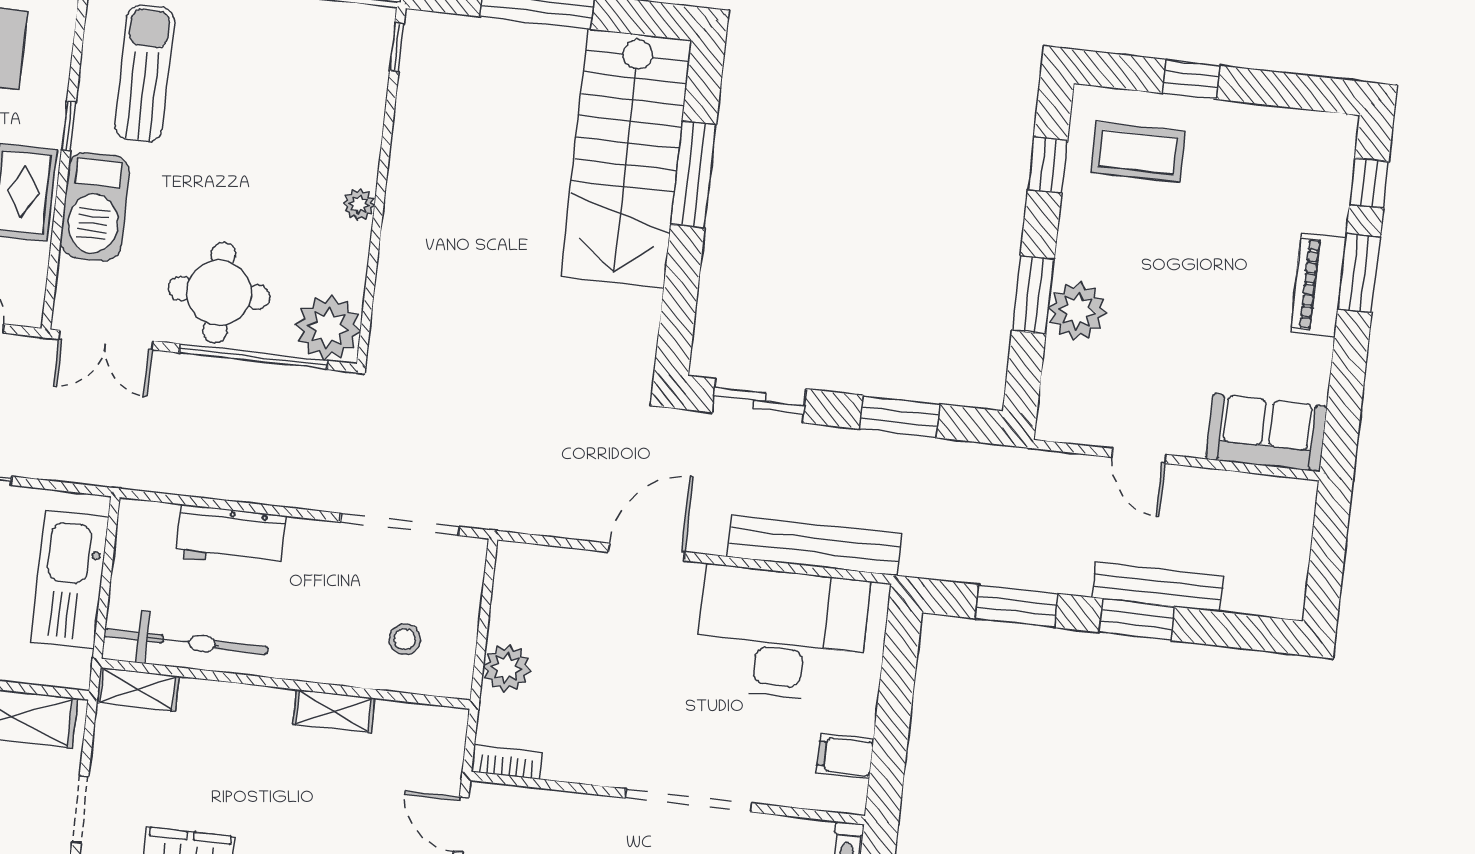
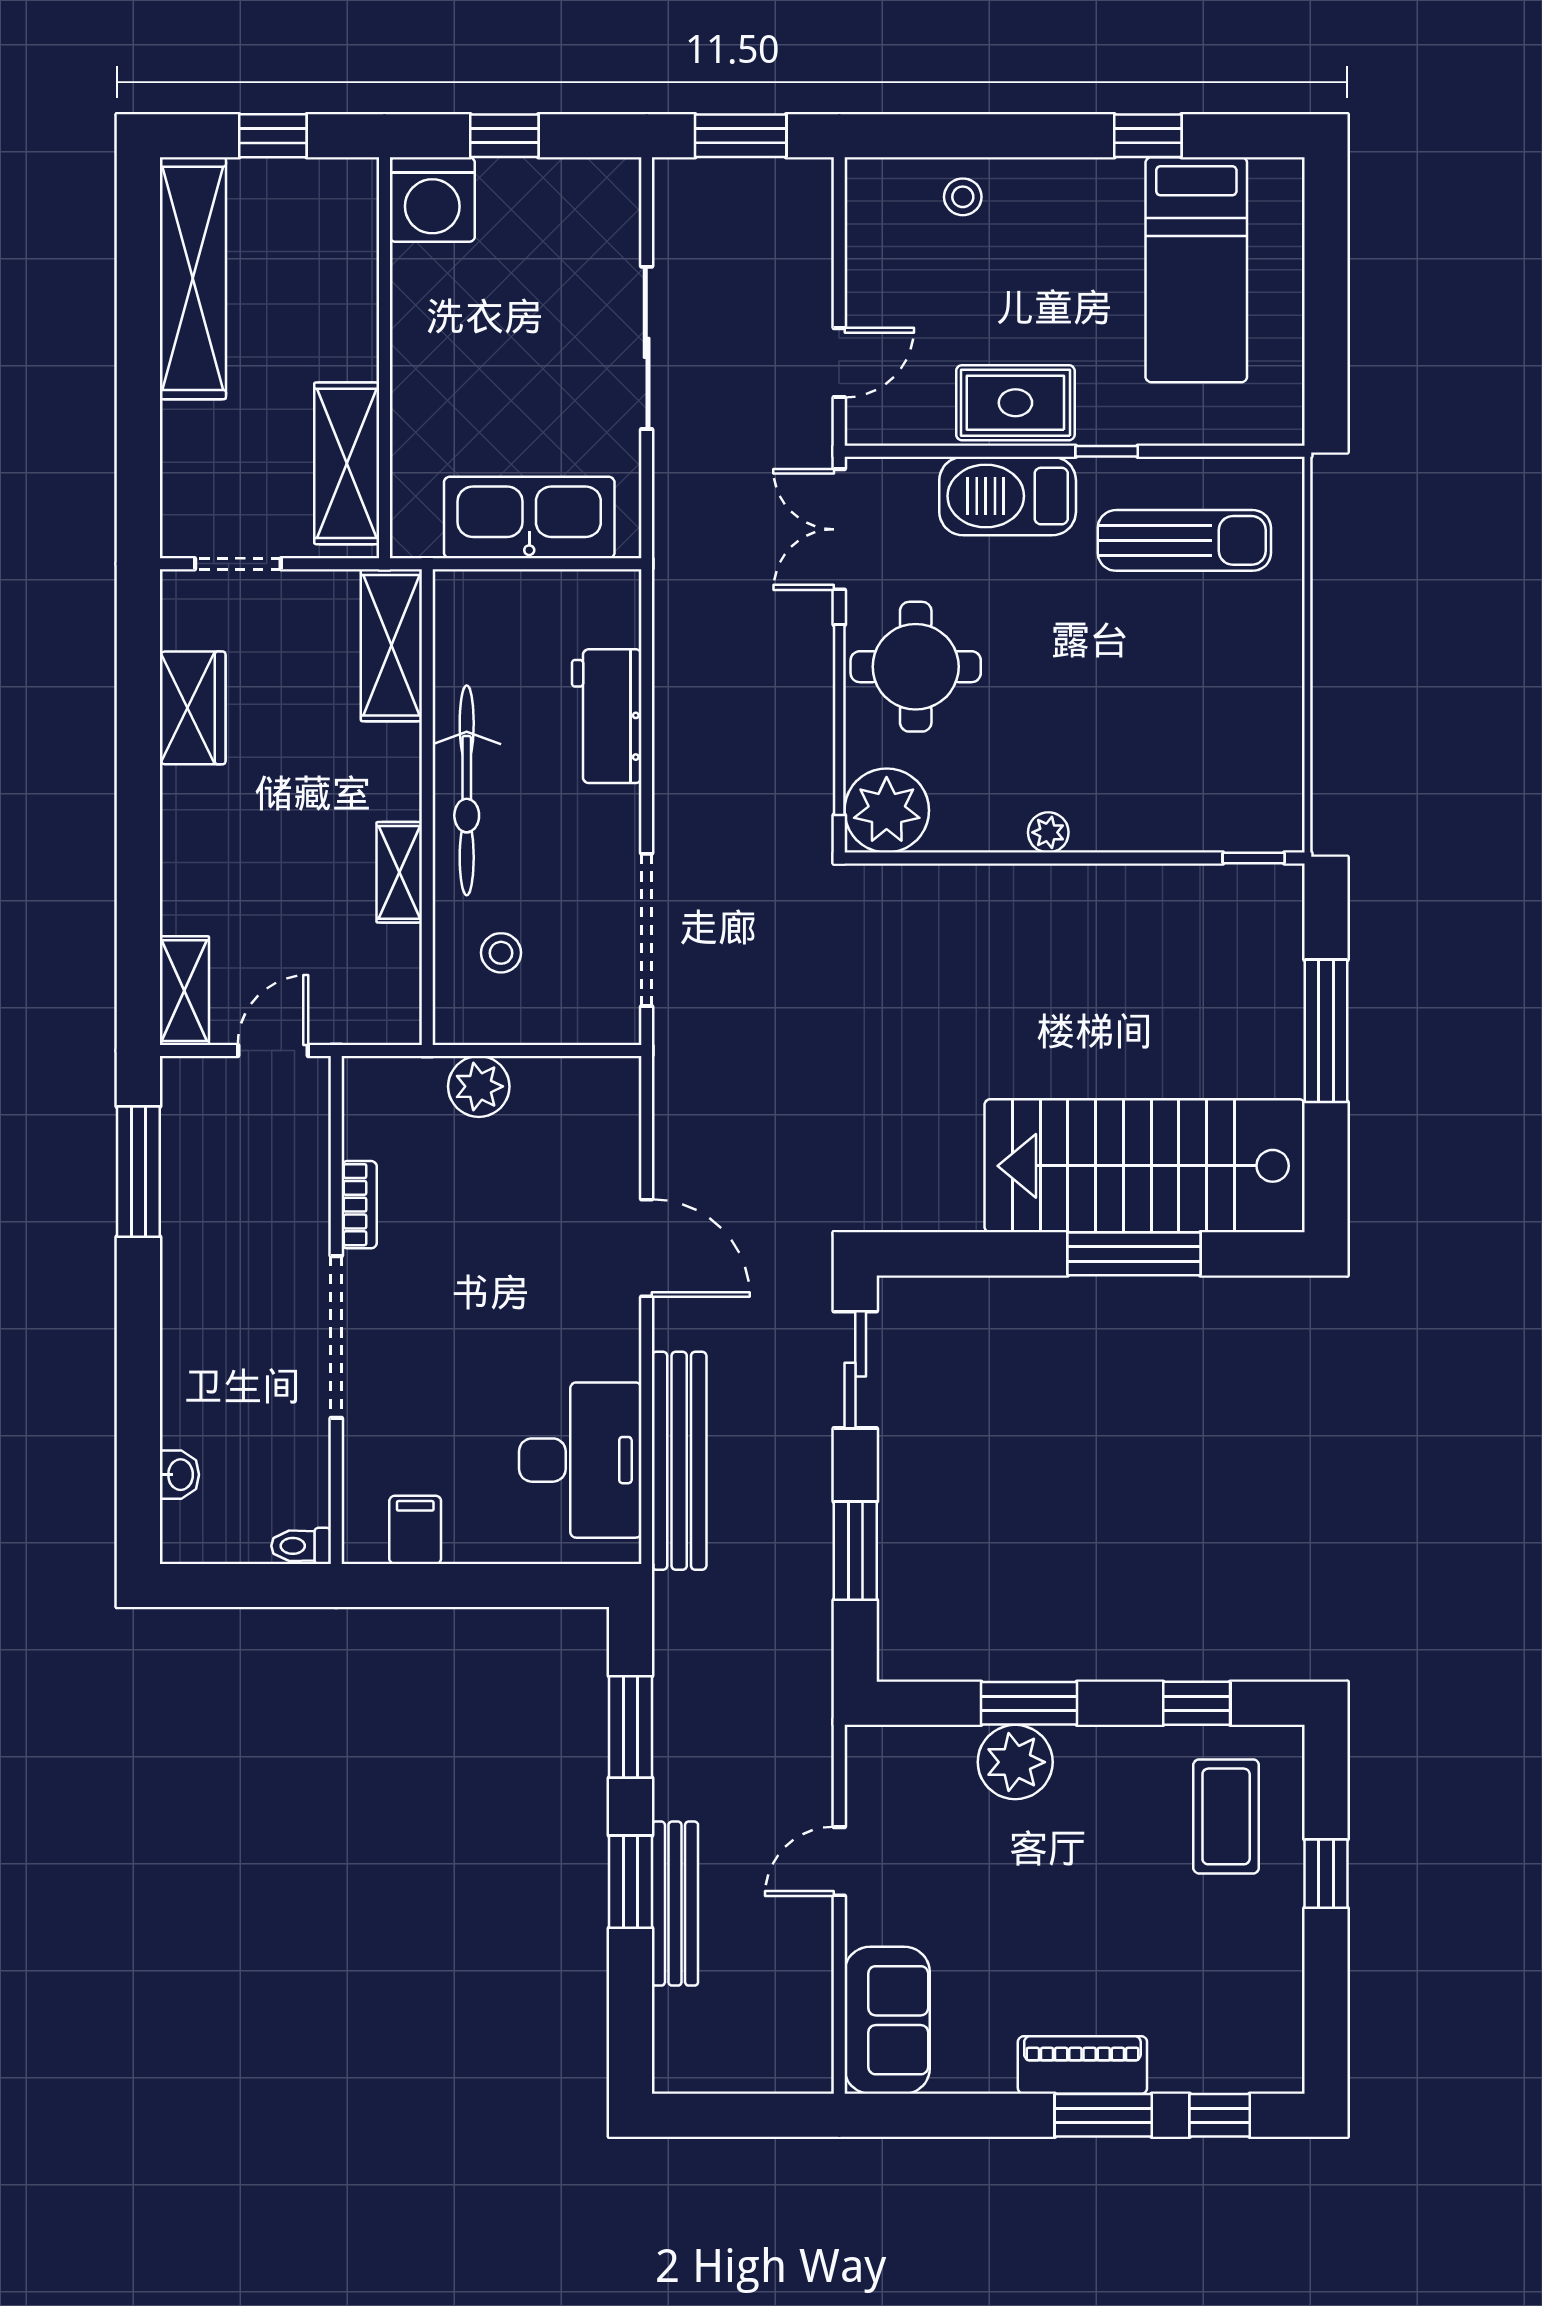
desk: (782, 634) -> (580, 1460), width x0.73, depth x0.77
bicycle: (186, 642) -> (467, 790), moved
shelving: (138, 689) -> (391, 645), width x1.50, depth x1.33
bookcase: (507, 762) -> (359, 1205), moved

